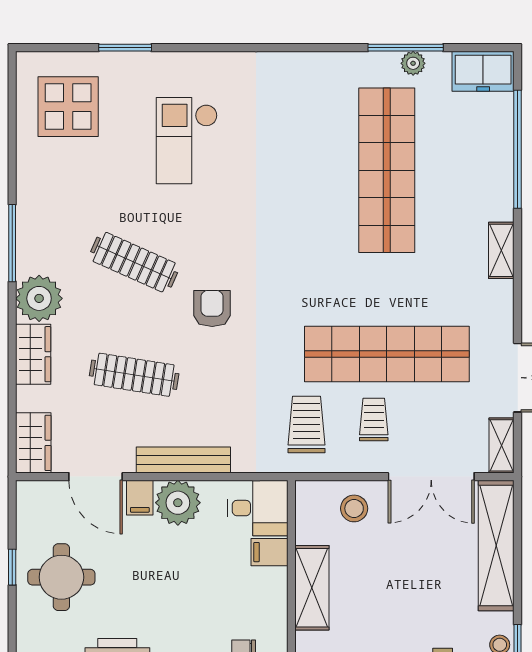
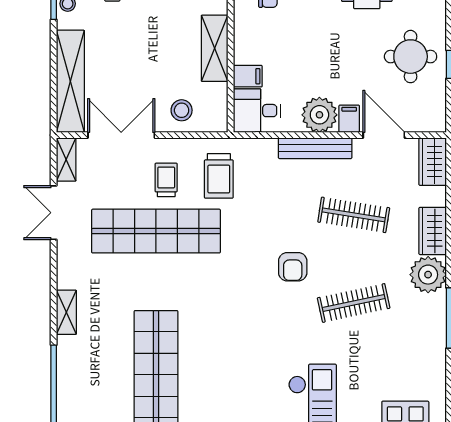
clothes rail: (134, 262) -> (354, 303), turned -36
trolley: (374, 420) -> (166, 180), turned 180

